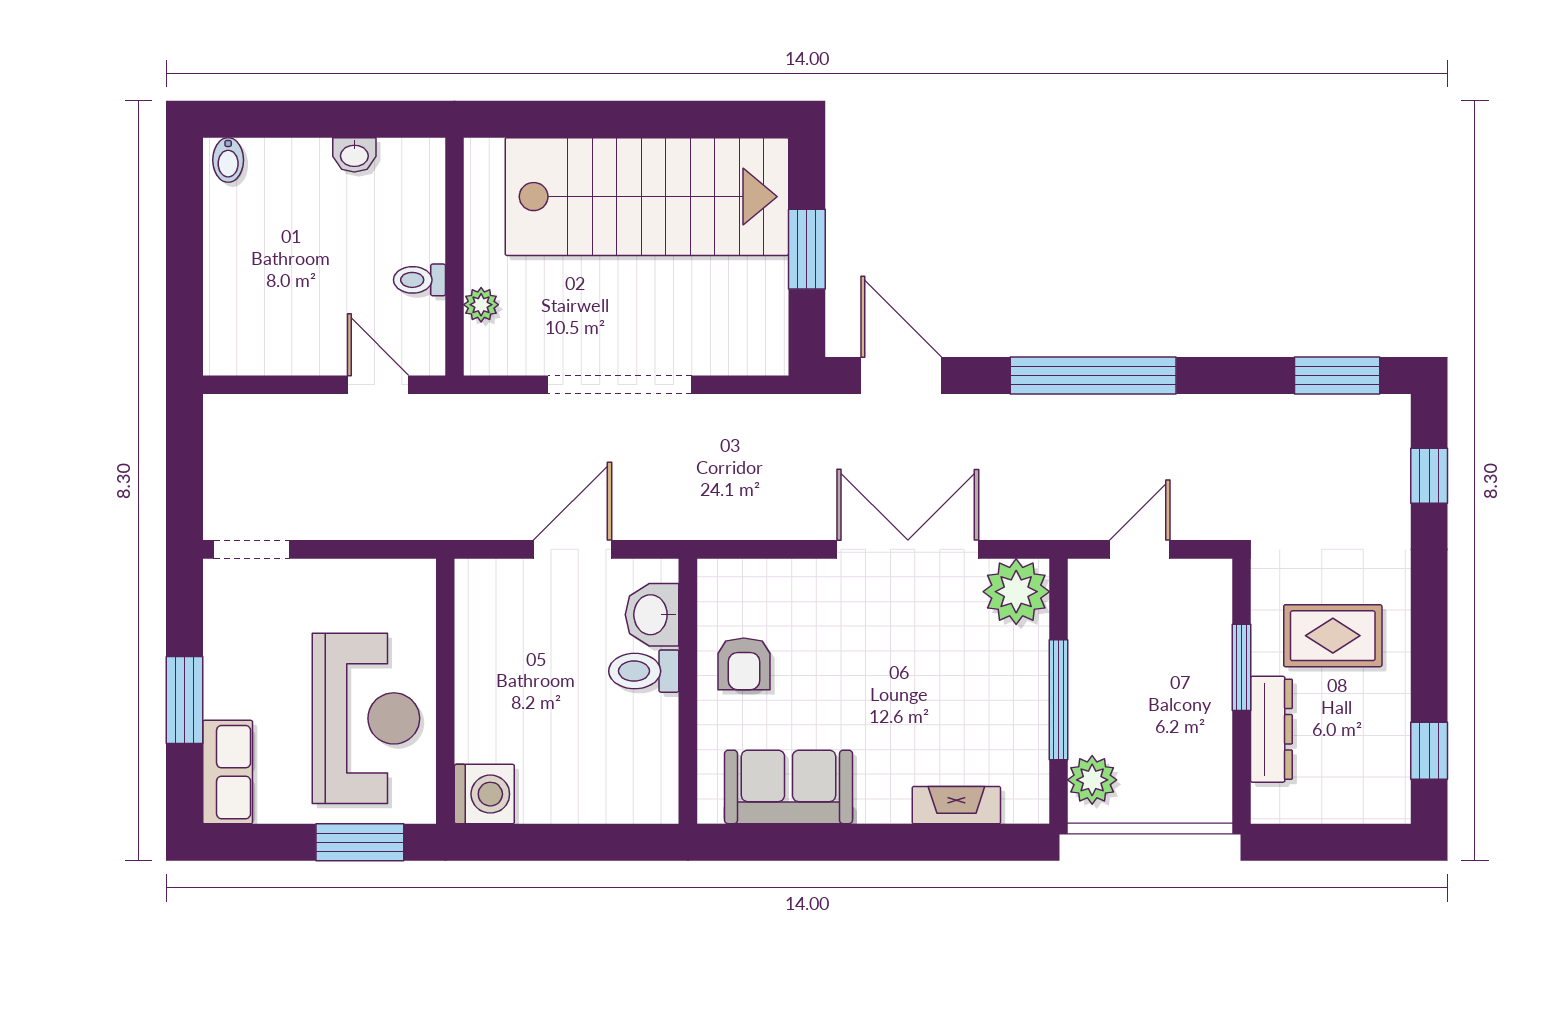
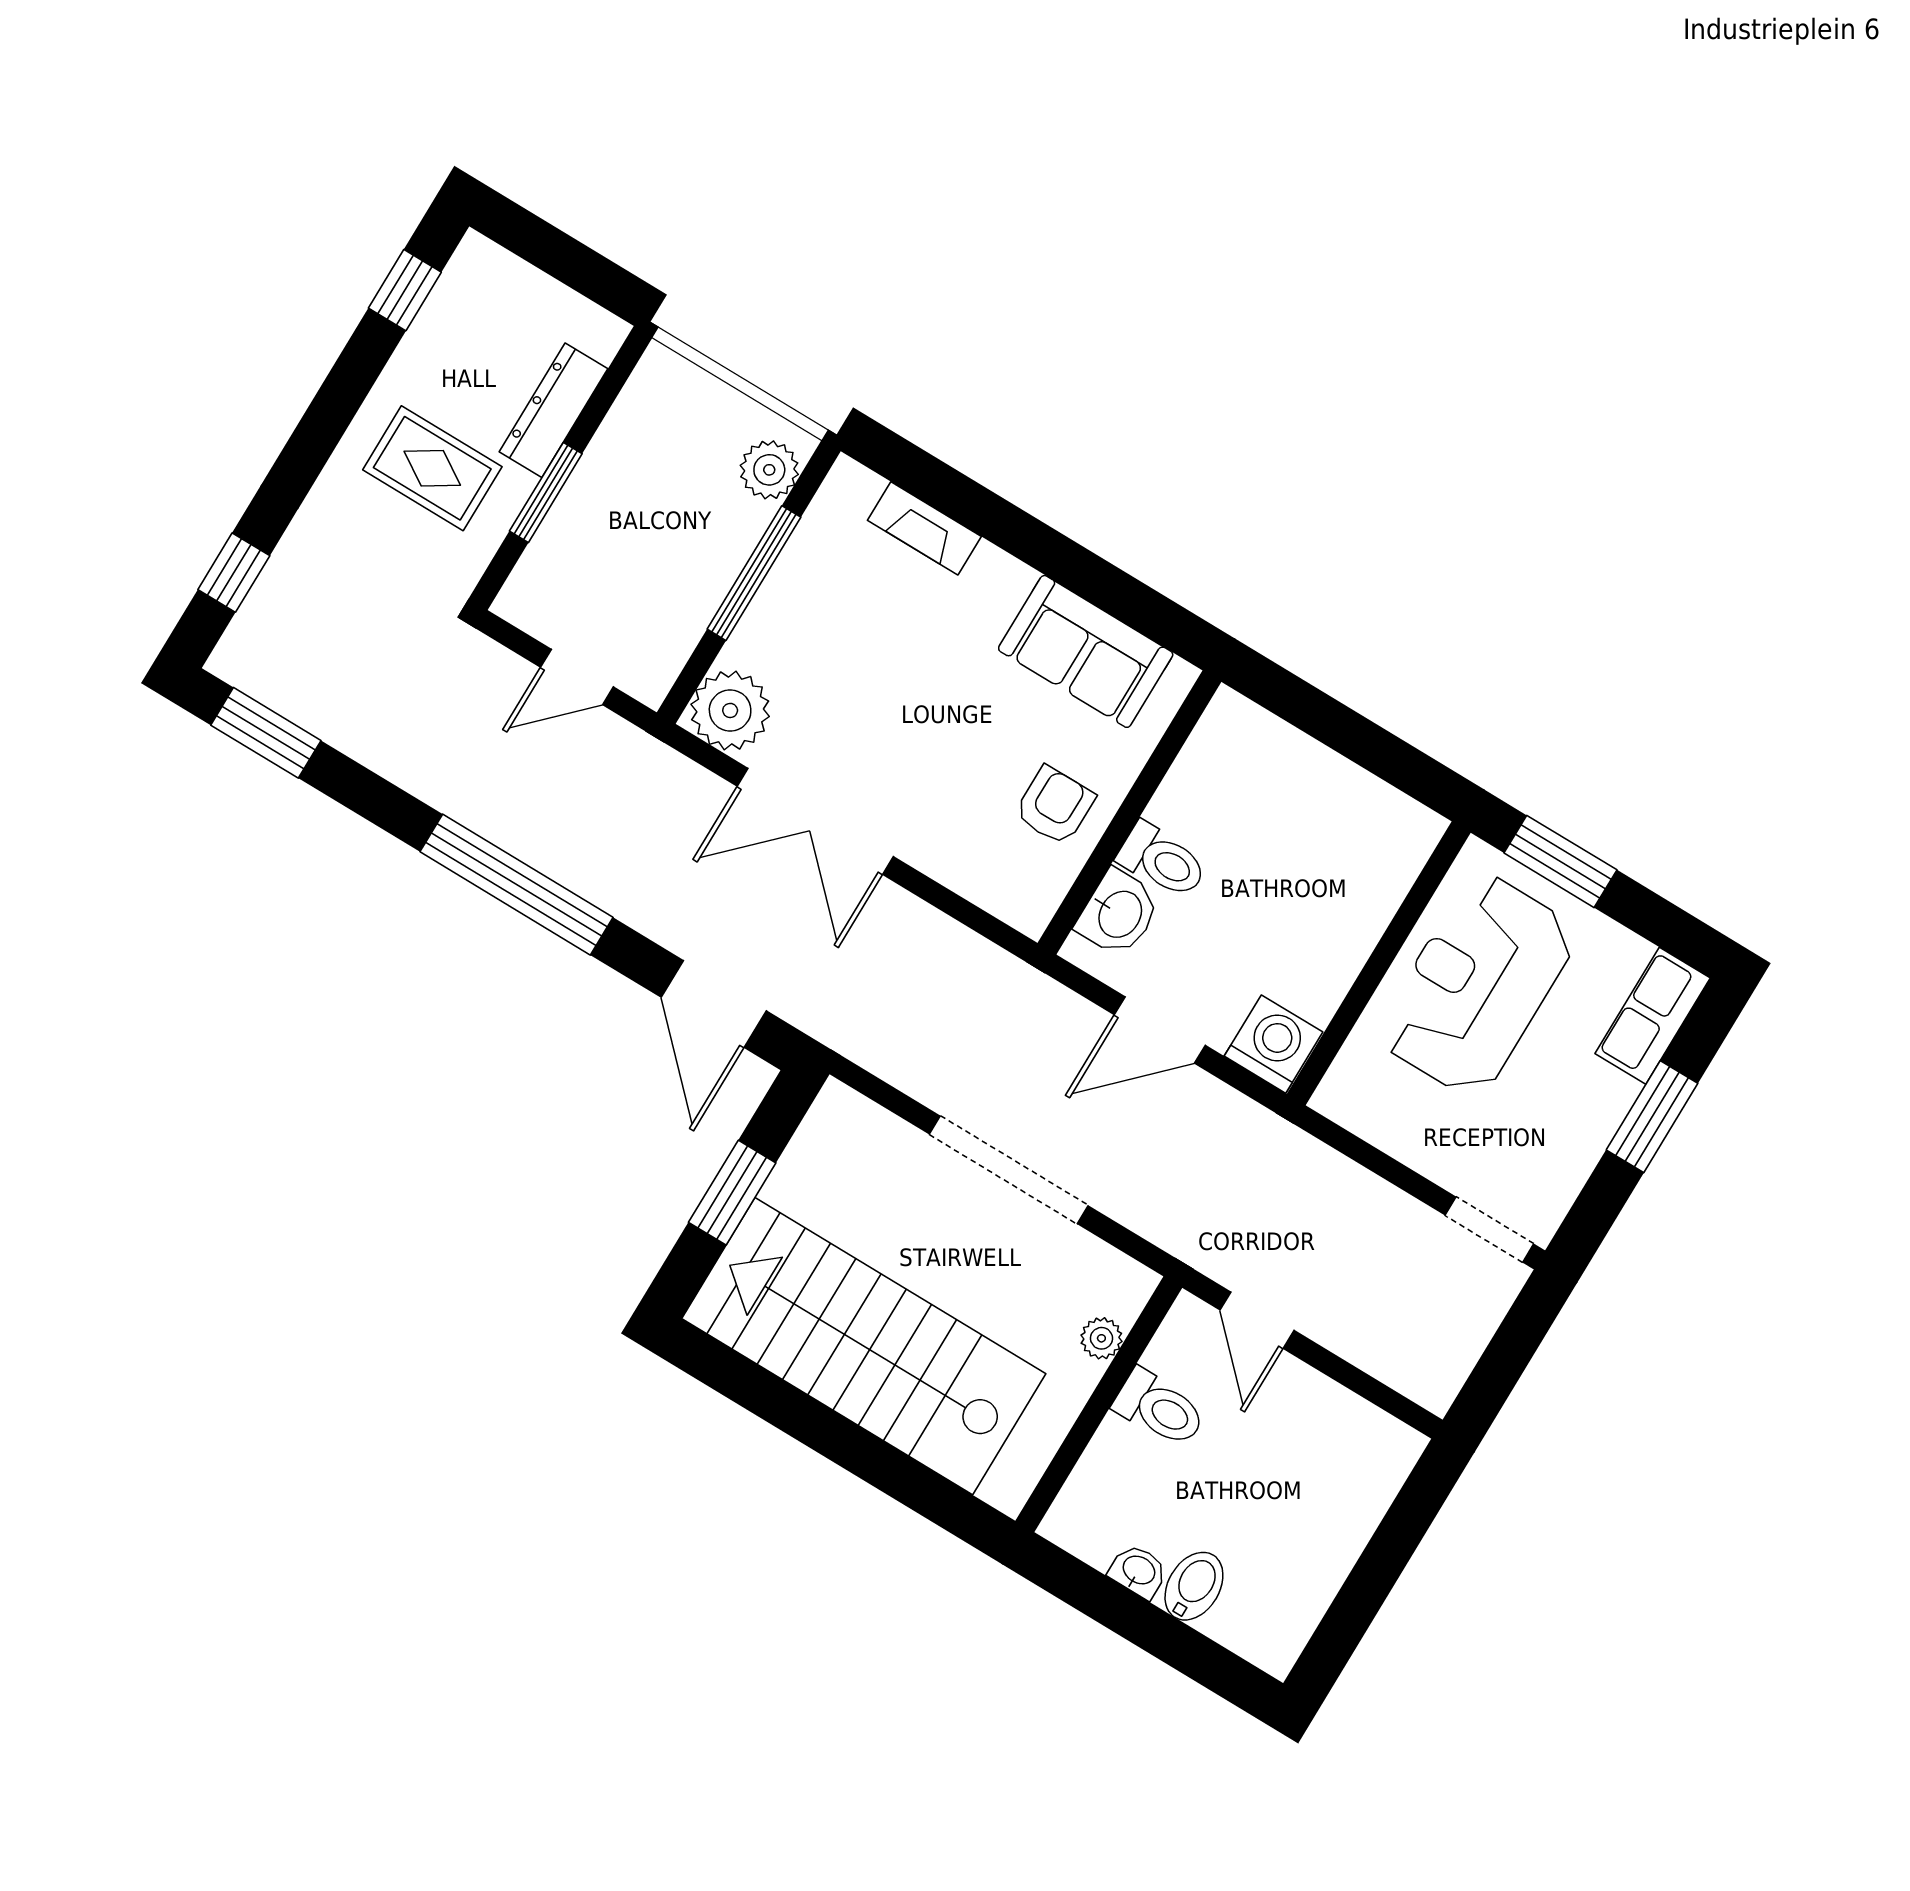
bidet: (228, 160) -> (1194, 1586), moved, width x1.38, depth x1.36
toilet: (419, 280) -> (1160, 1408), width x1.37, depth x1.39
washing machine: (484, 794) -> (1274, 1044), moved, turned 90

